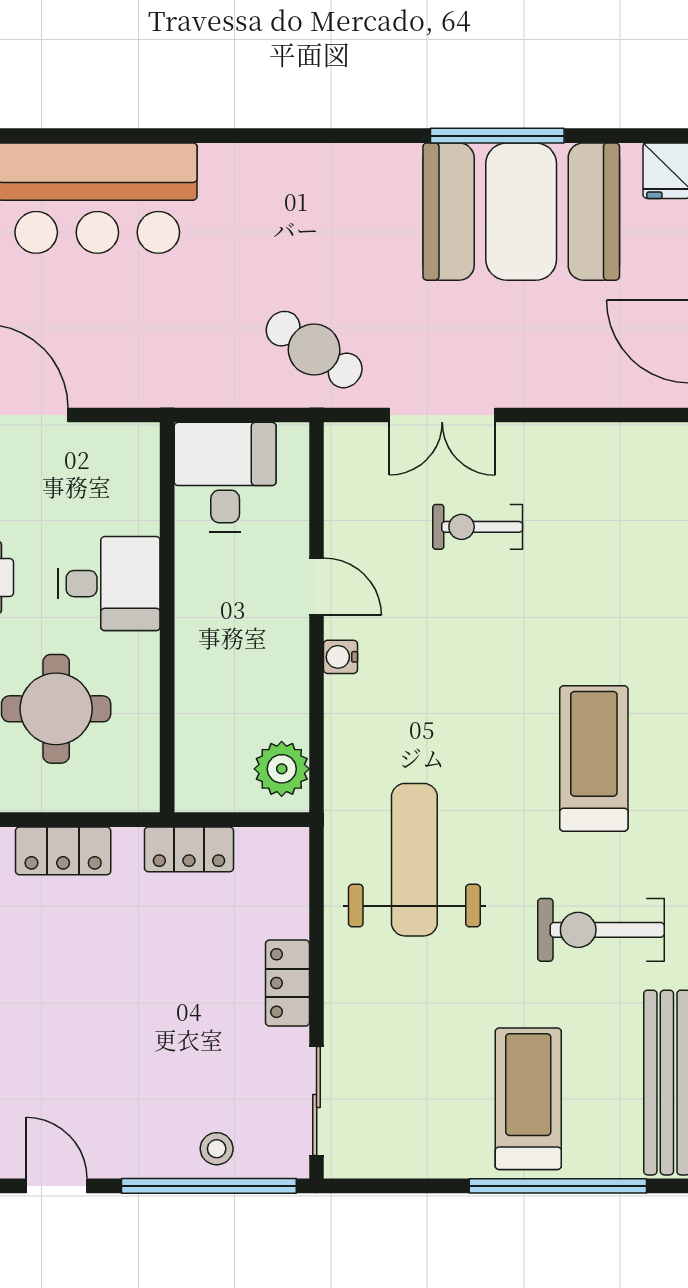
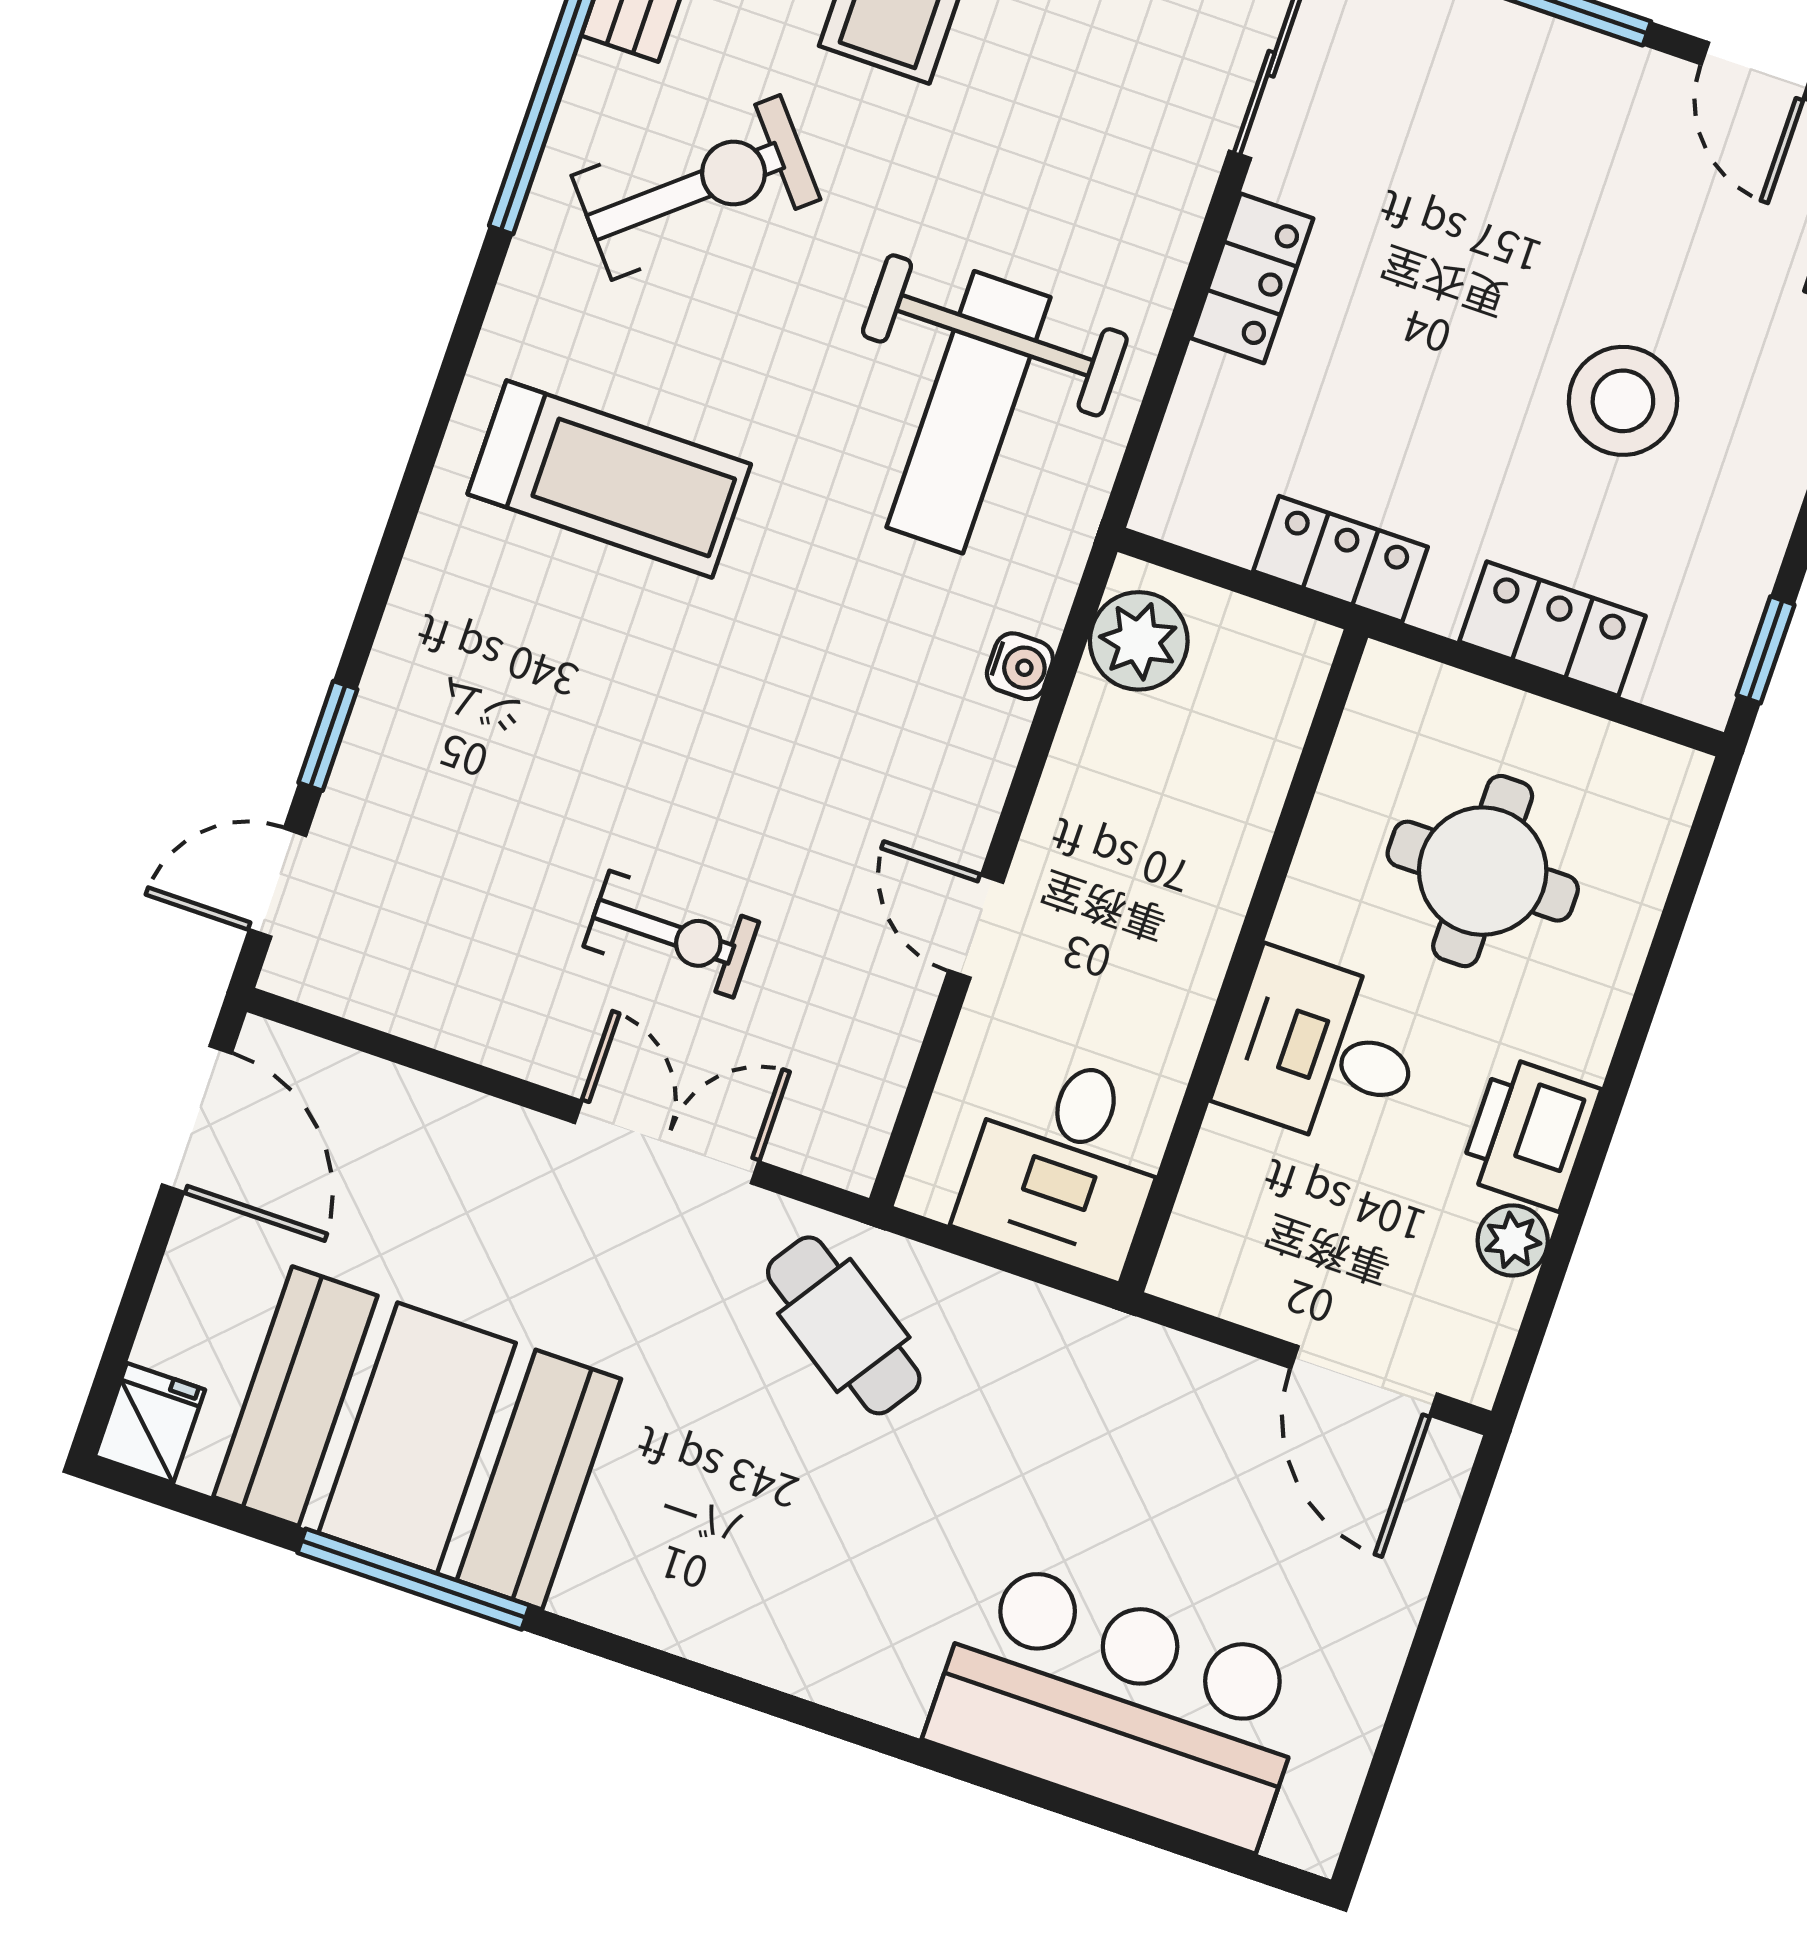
water cooler: (341, 657) -> (1020, 666), moved
treadmill: (594, 758) -> (609, 479), turned -90
exercise bike: (601, 930) -> (696, 188), turned -40
stool: (217, 1149) -> (1623, 401), moved, width x1.89, depth x1.89

